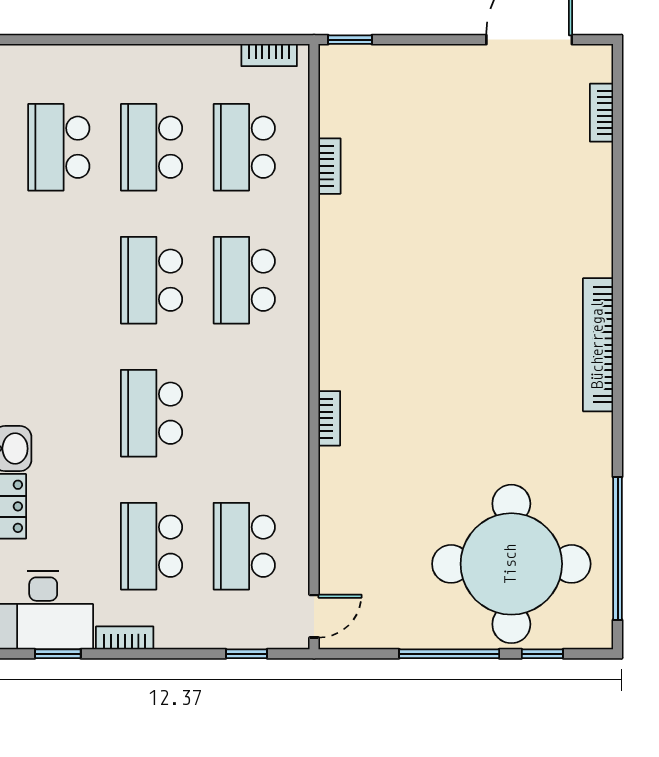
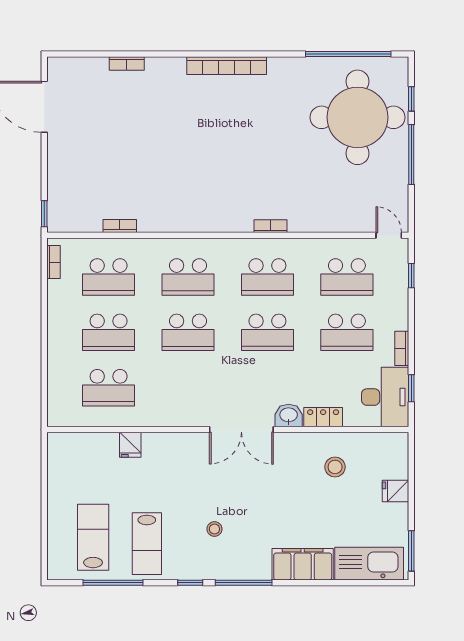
bookcase: (602, 113) -> (127, 63), moved
school desk: (244, 413) -> (267, 277), added

